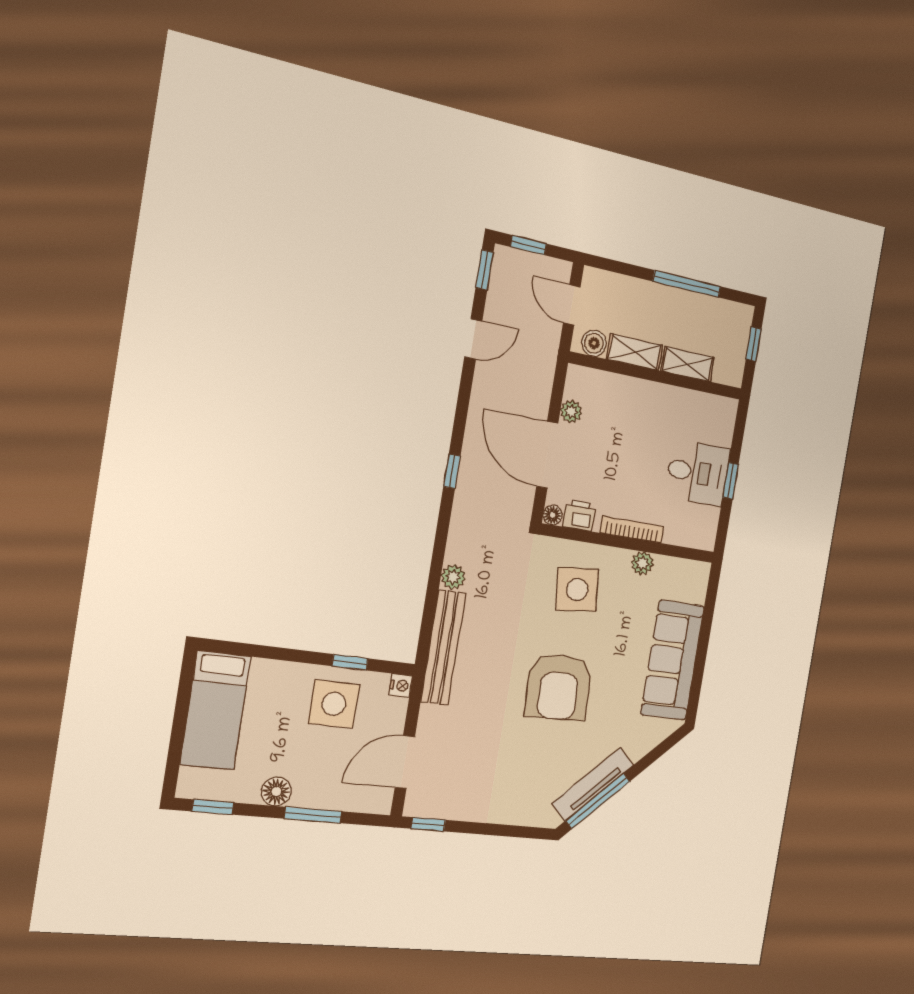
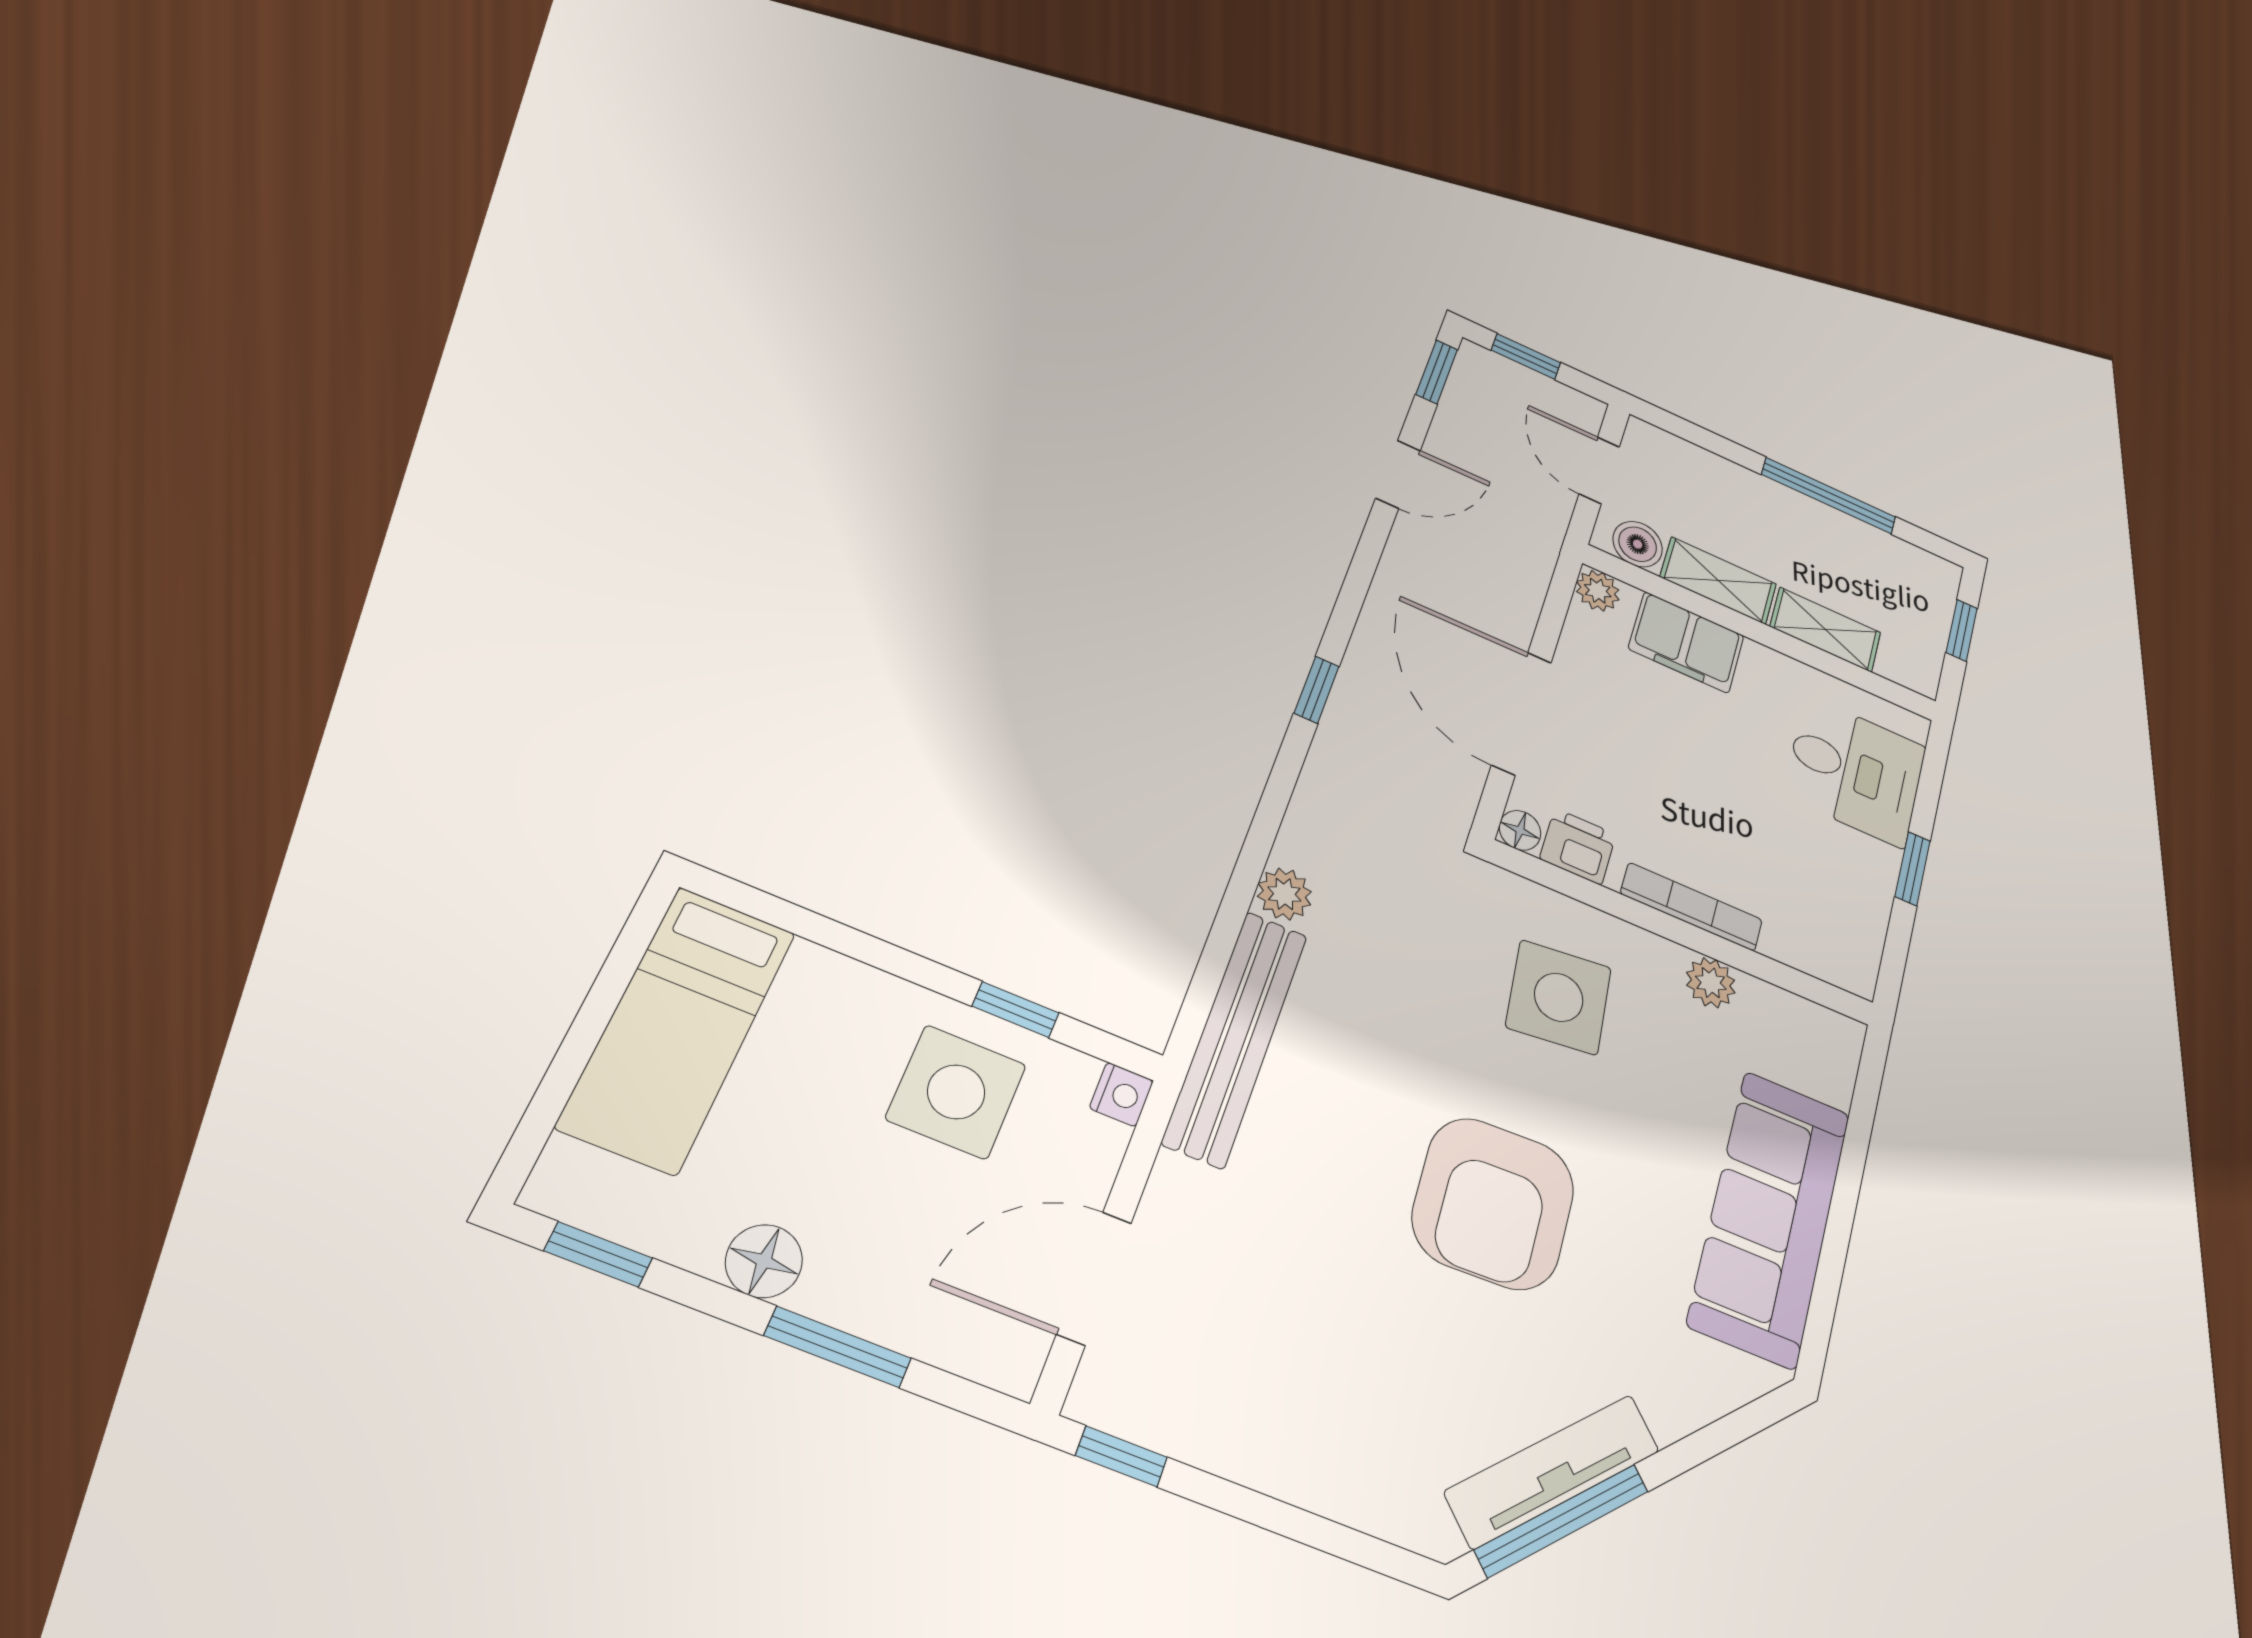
filing cabinet: (621, 392) -> (1686, 642), added
plant: (571, 412) -> (1598, 591), moved
desk: (698, 473) -> (1855, 771), moved

